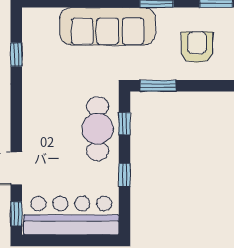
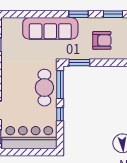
armchair: (197, 47) -> (102, 40), turned 90
window: (125, 124) -> (60, 85), width x2.17

